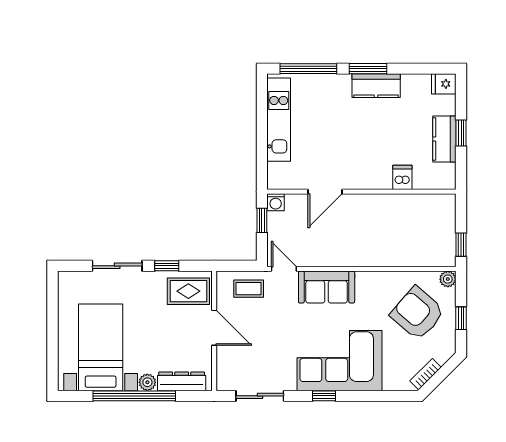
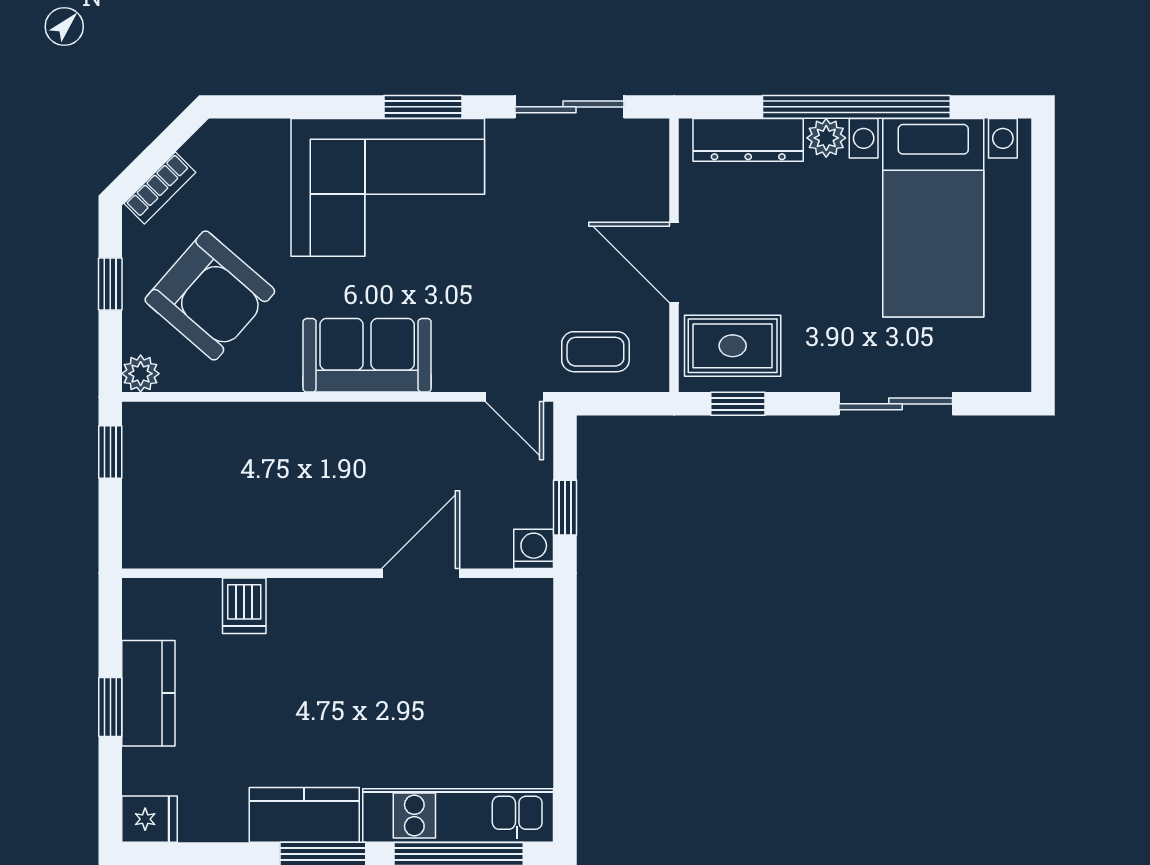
kitchen unit: (279, 120) -> (458, 815), moved, turned 90
window: (167, 266) -> (738, 404), moved
sofa: (327, 287) -> (367, 355), moved
bookcase: (426, 374) -> (160, 188), moved
window: (324, 396) -> (423, 107), width x1.50

